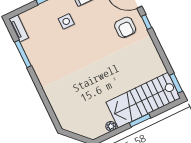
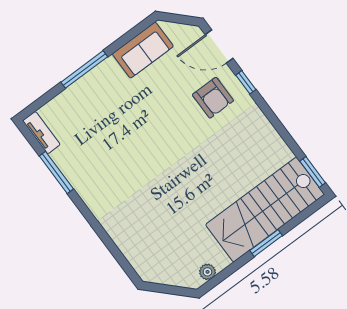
side table: (66, 21) -> (116, 106), removed
plant: (111, 126) -> (207, 272), moved

